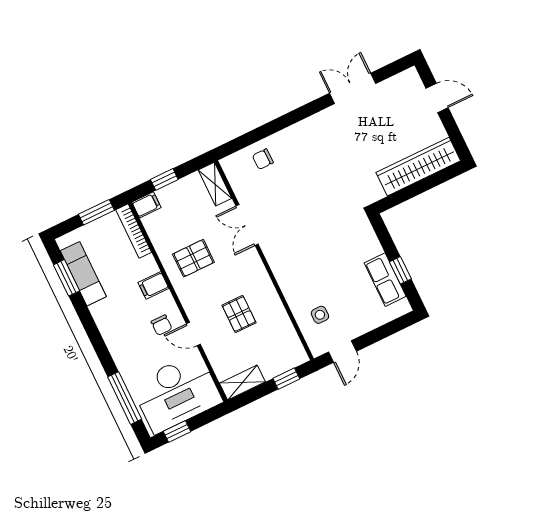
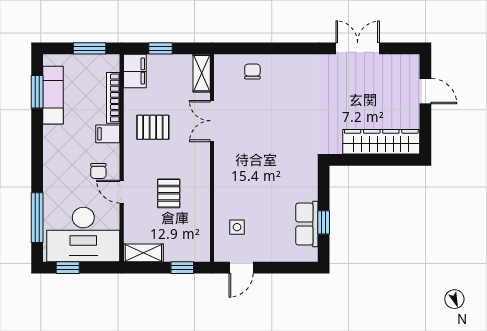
chair: (263, 159) -> (252, 72), turned 90
filing cabinet: (146, 205) -> (135, 71), width x2.00
bookcase: (134, 231) -> (113, 98), moved

